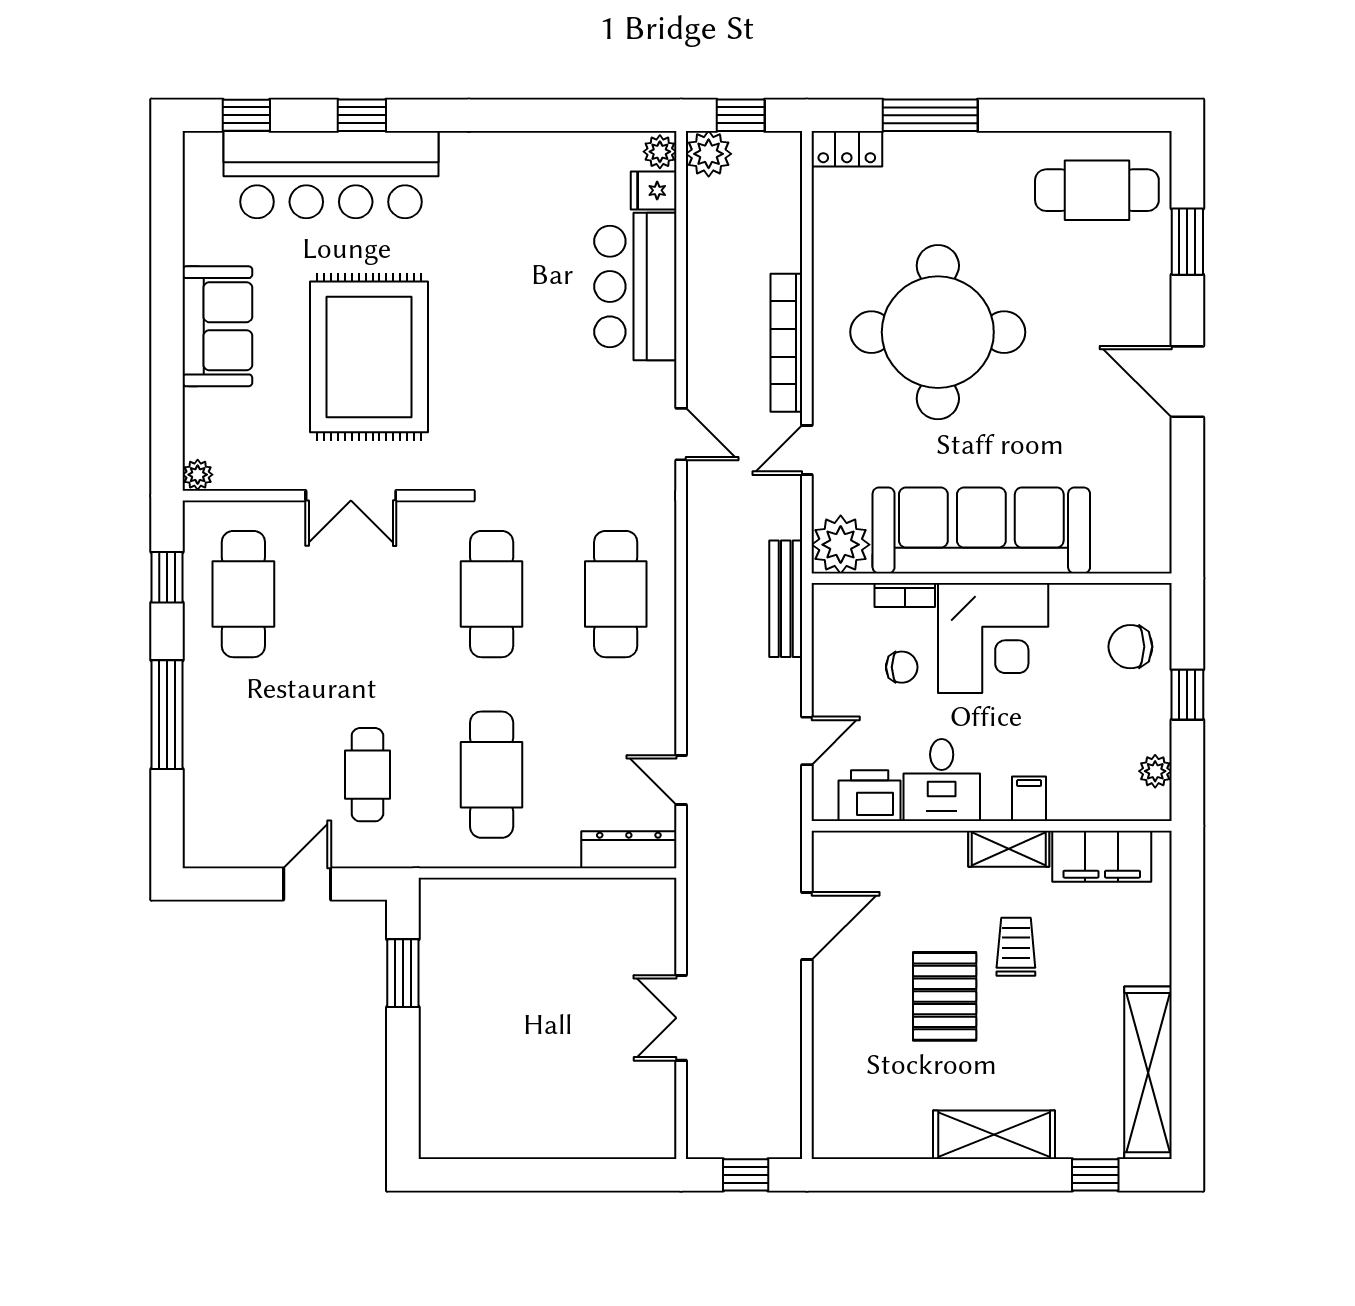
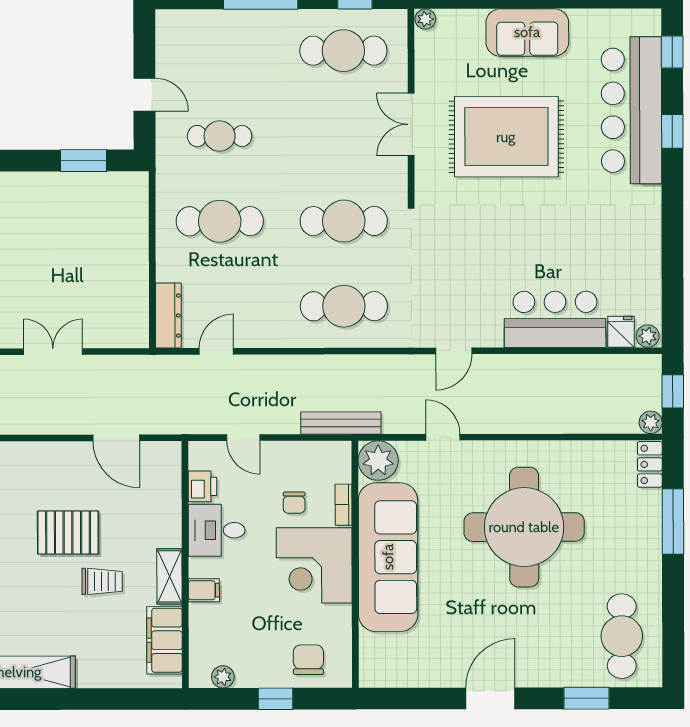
plant: (709, 154) -> (651, 422), moved, width x0.73, depth x0.73
bookcase: (786, 343) -> (517, 423), removed
printer: (870, 796) -> (202, 486), width x0.73, depth x0.81

